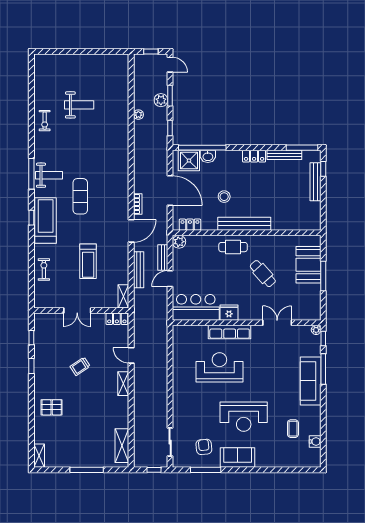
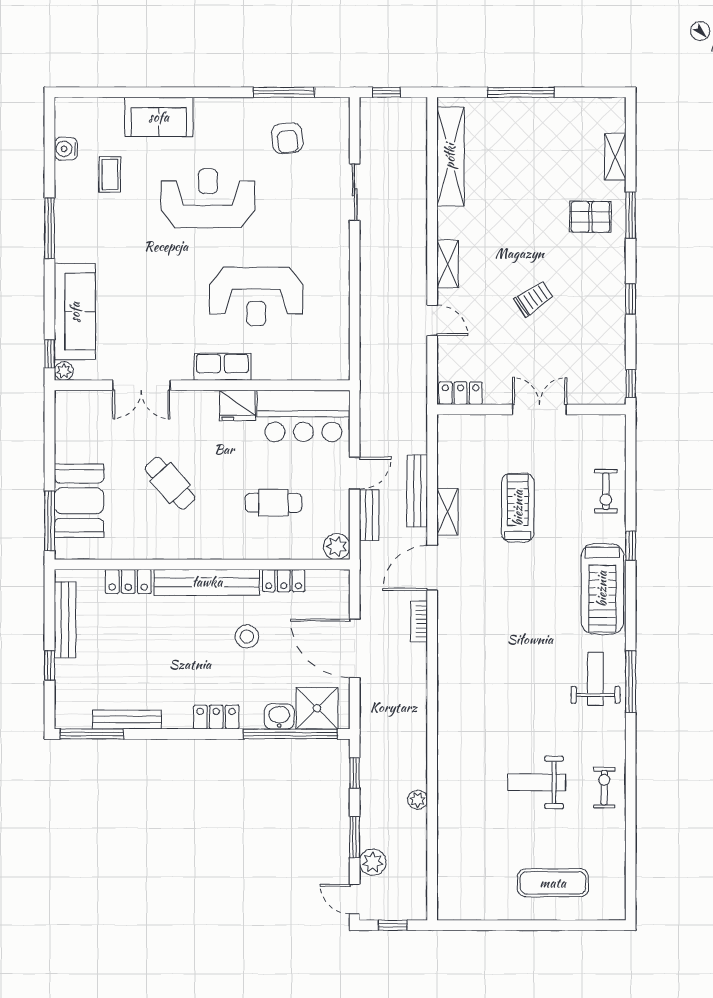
plant: (161, 100) -> (373, 862), moved
weight bench: (79, 105) -> (537, 782), moved
locker: (254, 156) -> (216, 717), moved
window: (323, 169) -> (50, 665), moved
weight bench: (49, 175) -> (596, 679), turned 90
bench: (315, 182) -> (65, 620), moved
exercise mat: (80, 196) -> (553, 883), moved, turned 90
window: (31, 218) -> (631, 546), moved
locker: (284, 224) -> (128, 581), added
locker: (190, 225) -> (284, 581), moved
cafe table: (233, 247) -> (274, 503), moved
window: (323, 276) -> (50, 521), moved
shelving: (123, 296) -> (447, 512), moved
row of seats: (230, 332) -> (222, 367), width x0.68
window: (31, 338) -> (631, 384), moved
window: (323, 369) -> (50, 228), moved
sofa: (311, 381) -> (75, 312), moved
window: (31, 408) -> (631, 215), added
sliding door: (170, 442) -> (355, 192), moved
shelving: (122, 446) -> (450, 156), width x1.47
shelving: (39, 456) -> (615, 157), moved
sofa: (238, 458) -> (159, 117), moved

